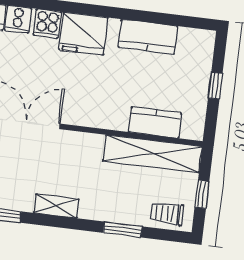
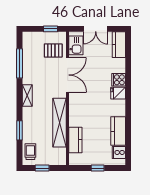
cooker: (18, 19) -> (119, 152), moved
fridge: (83, 34) -> (118, 93), width x0.53, depth x0.75
shelving: (152, 154) -> (60, 123), moved

